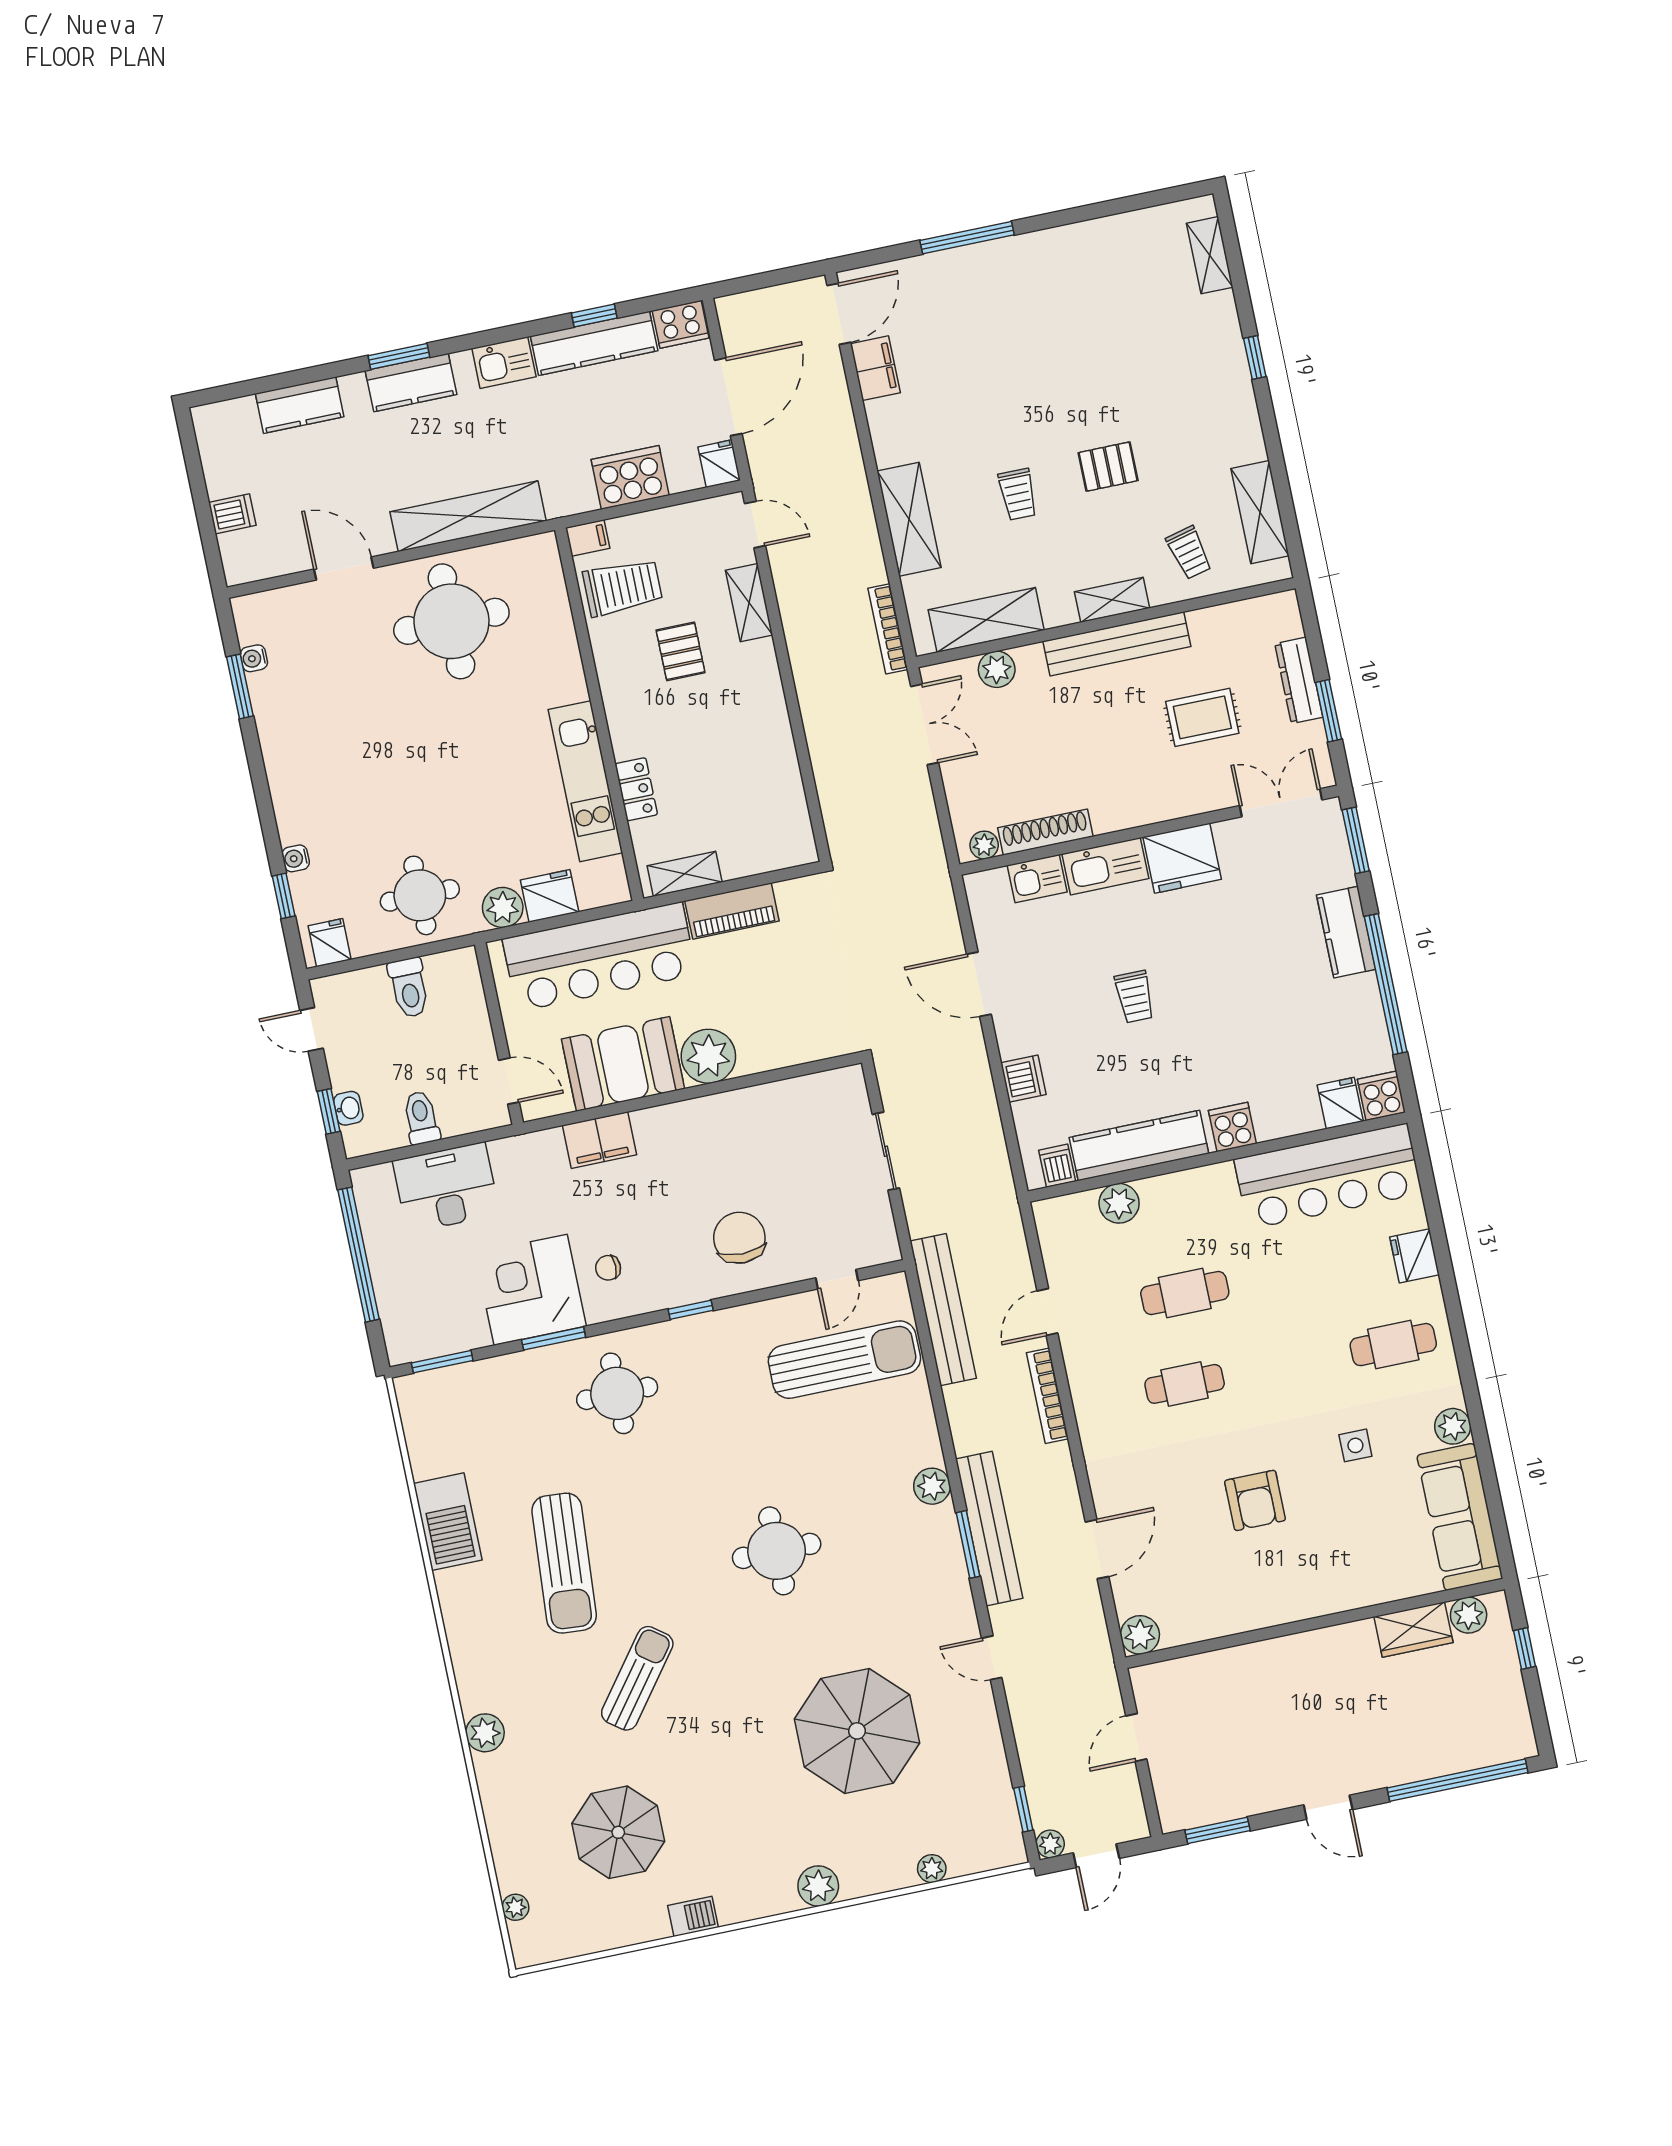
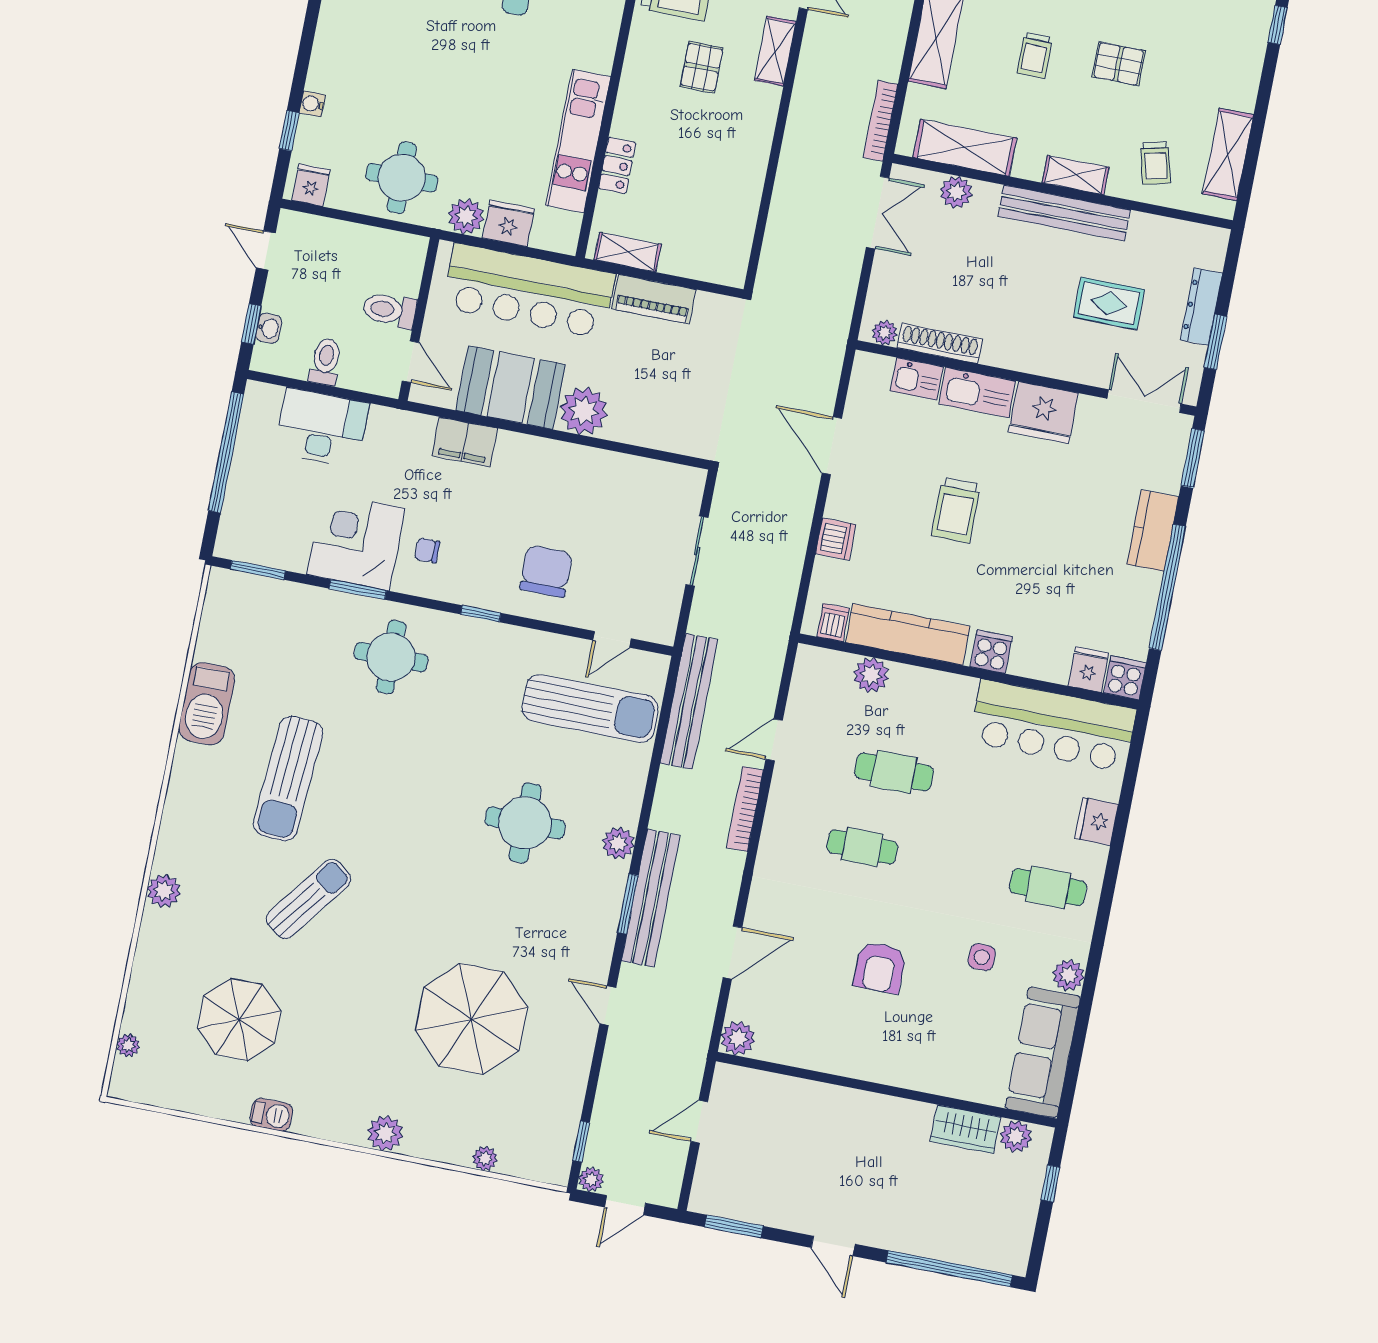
toilet: (409, 988) -> (390, 310), moved, turned 90
trolley: (1134, 997) -> (956, 510), width x1.36, depth x1.39
round table: (777, 1551) -> (525, 823), moved

